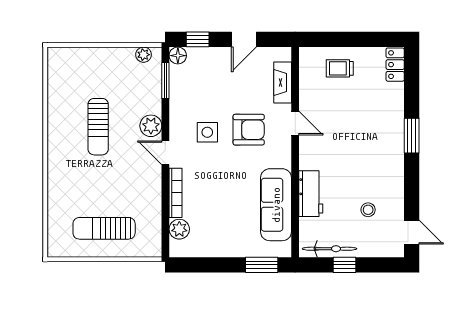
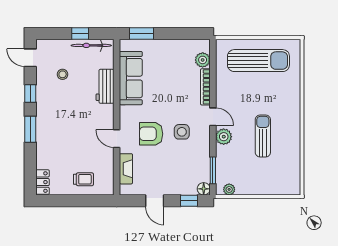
door: (244, 39) -> (155, 201), swing flipped
window: (412, 184) -> (30, 93), added
sun lounger: (104, 228) -> (258, 61), width x1.36, depth x1.34

